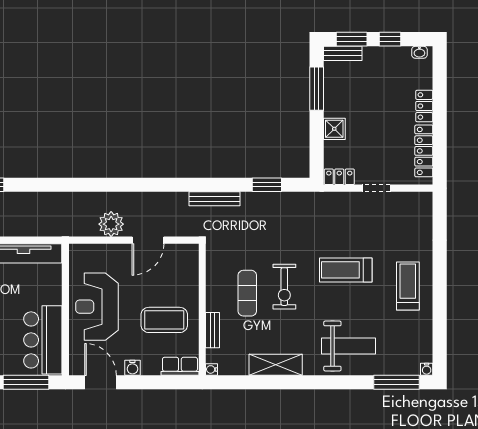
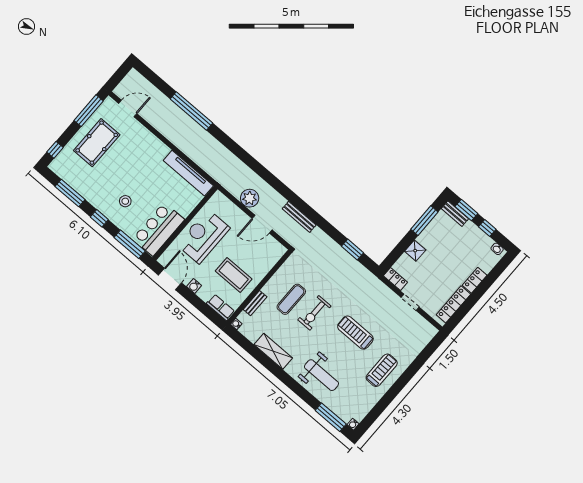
bench: (215, 199) -> (299, 217), moved

